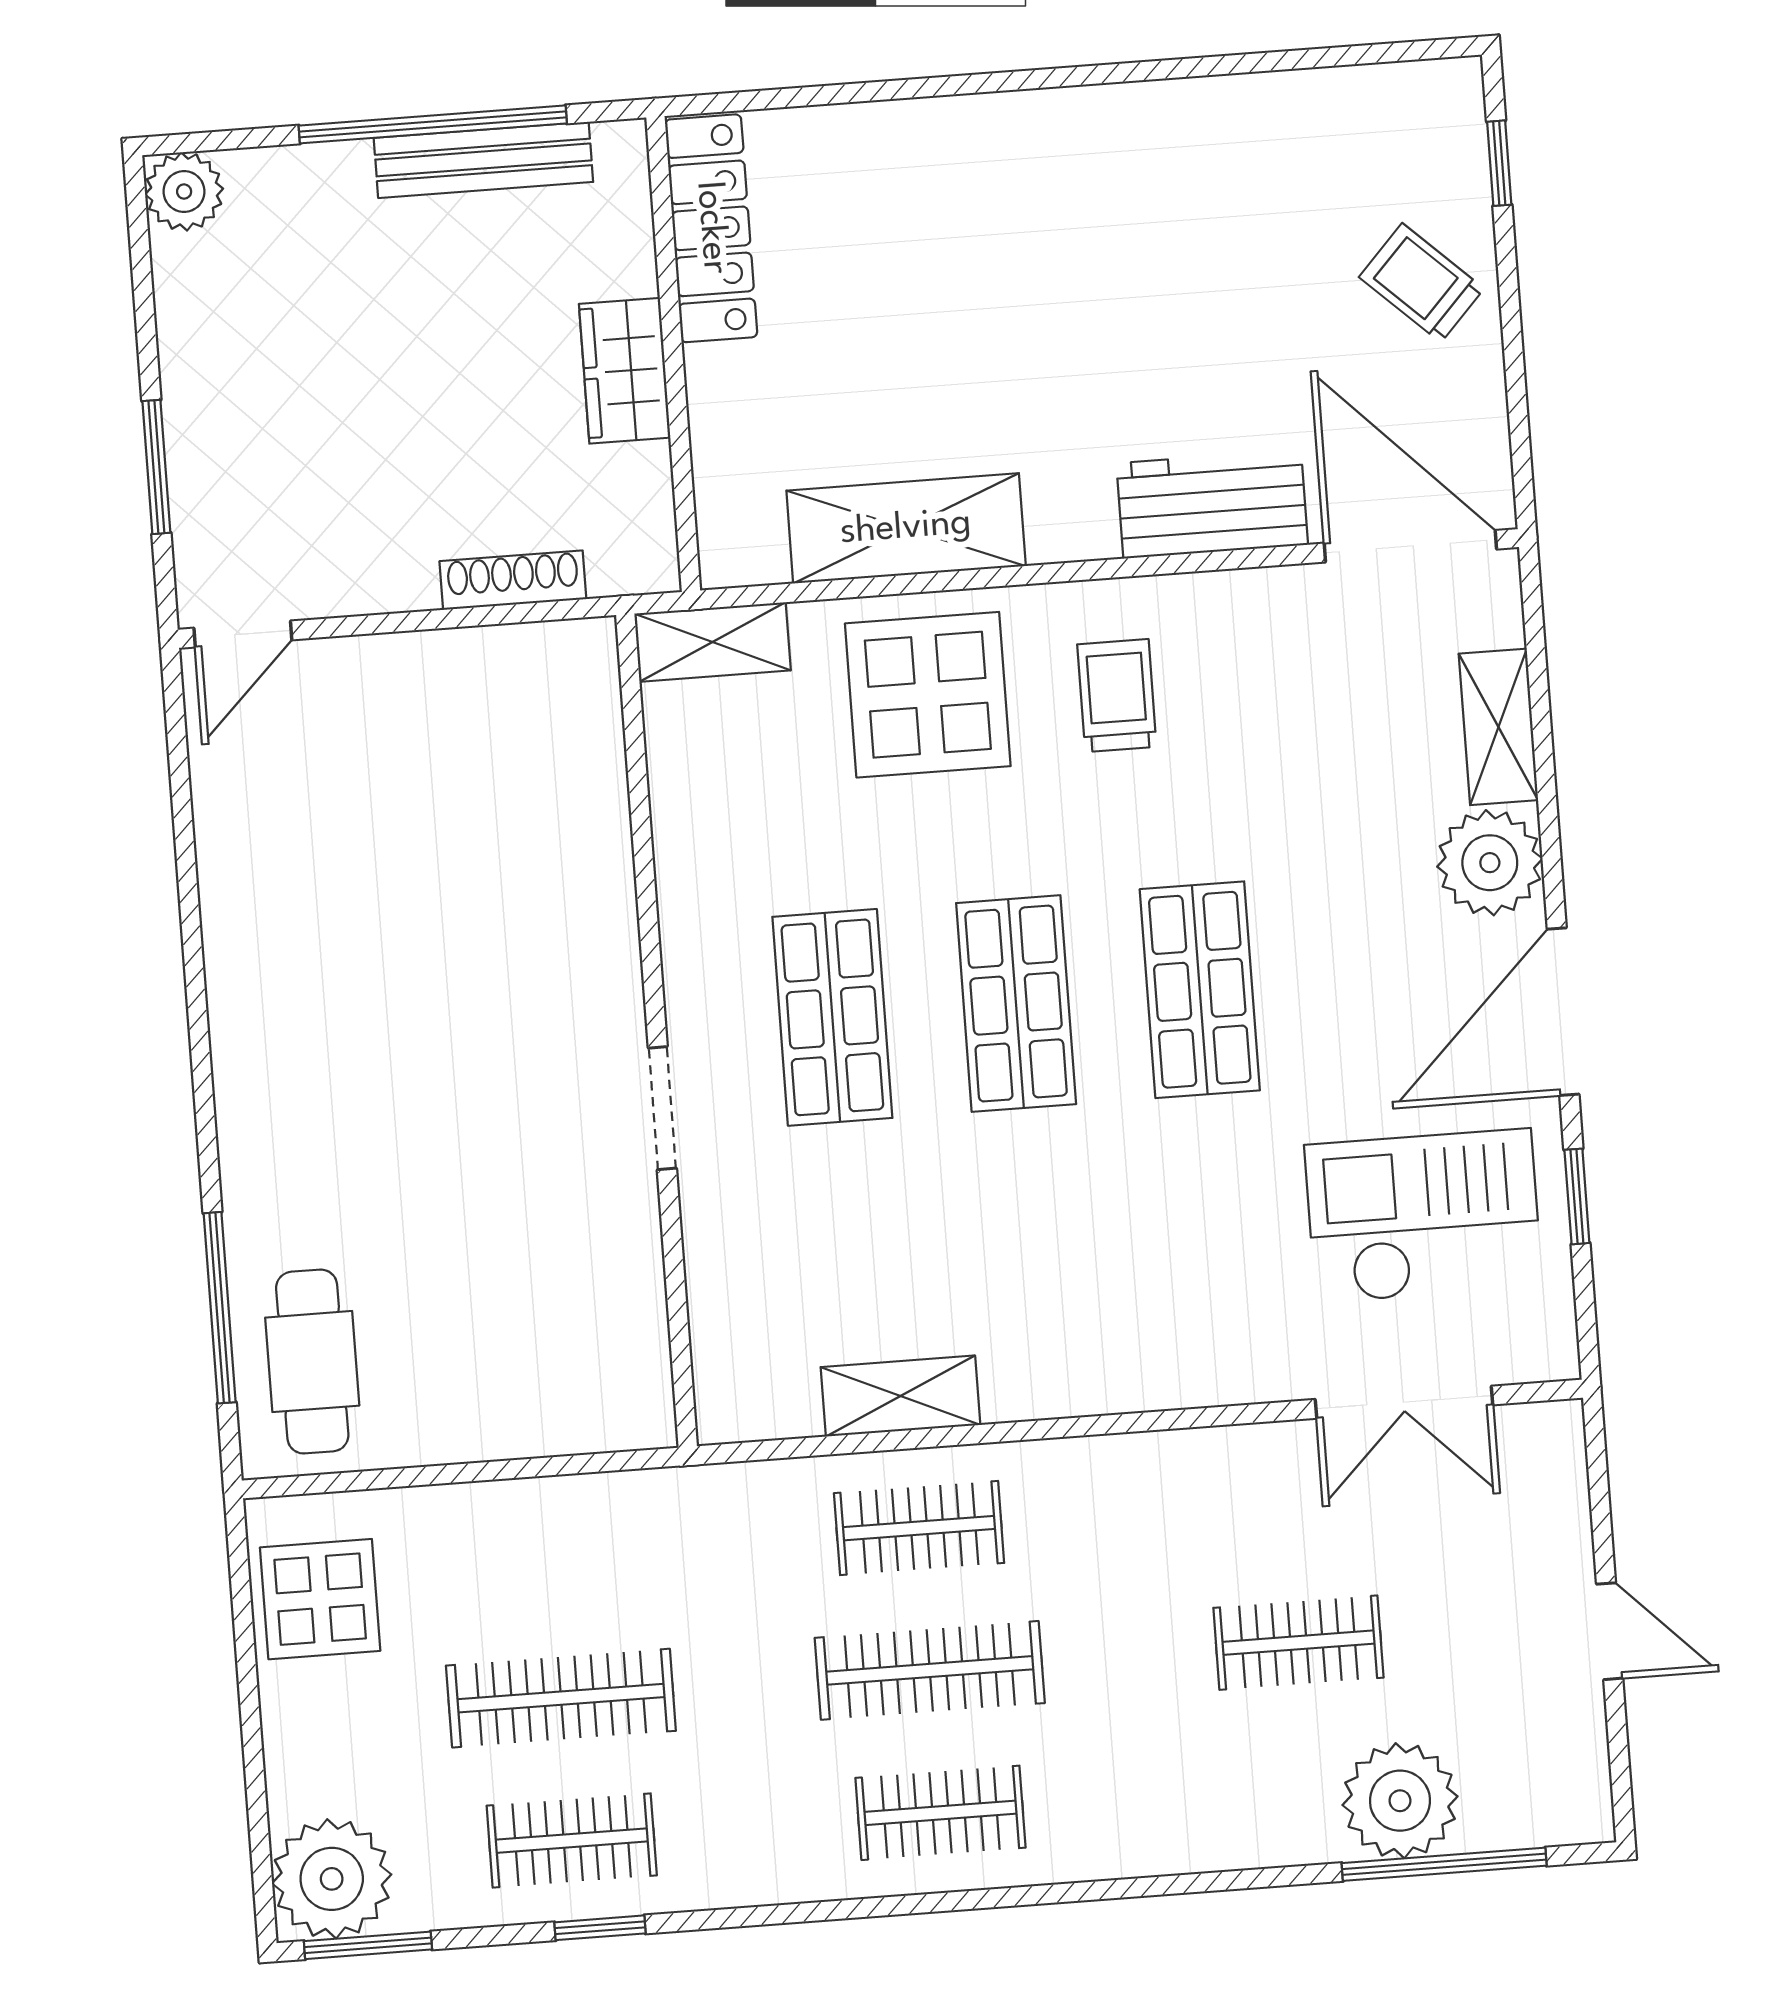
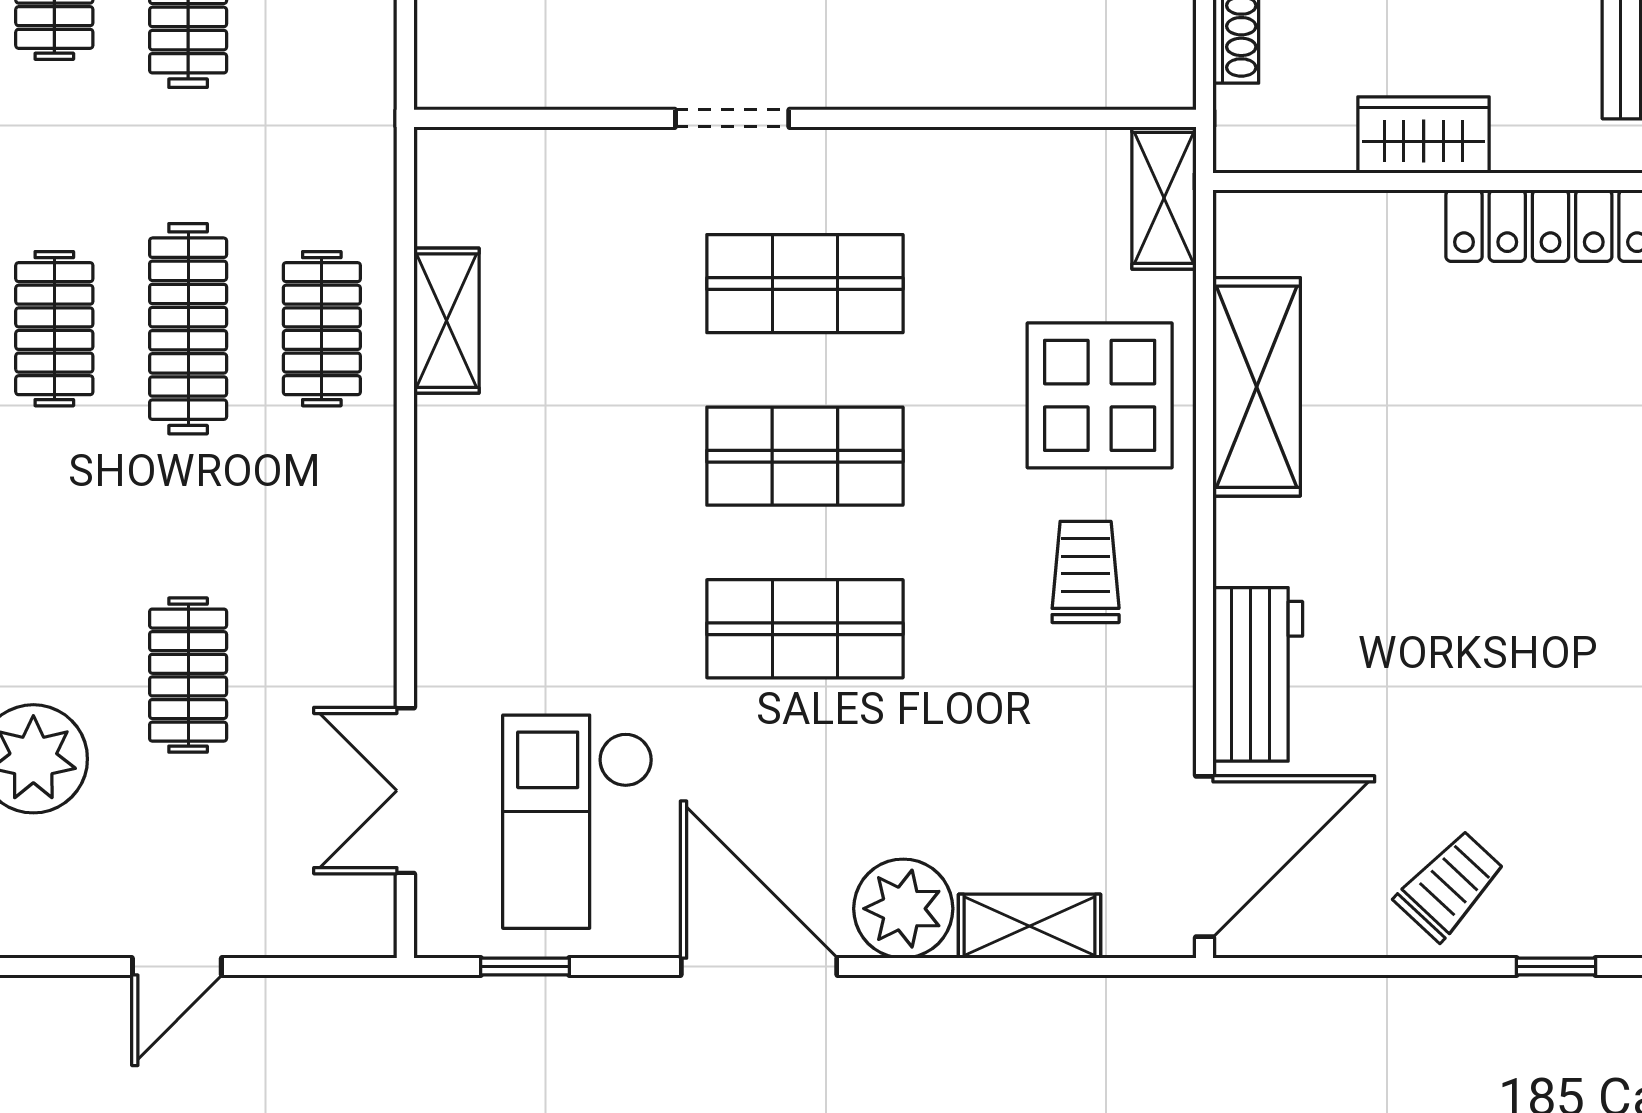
trolley: (1117, 696) -> (1086, 572), turned -90
window: (1577, 1196) -> (525, 967), moved
checkout: (1423, 1216) -> (578, 822), turned 180

